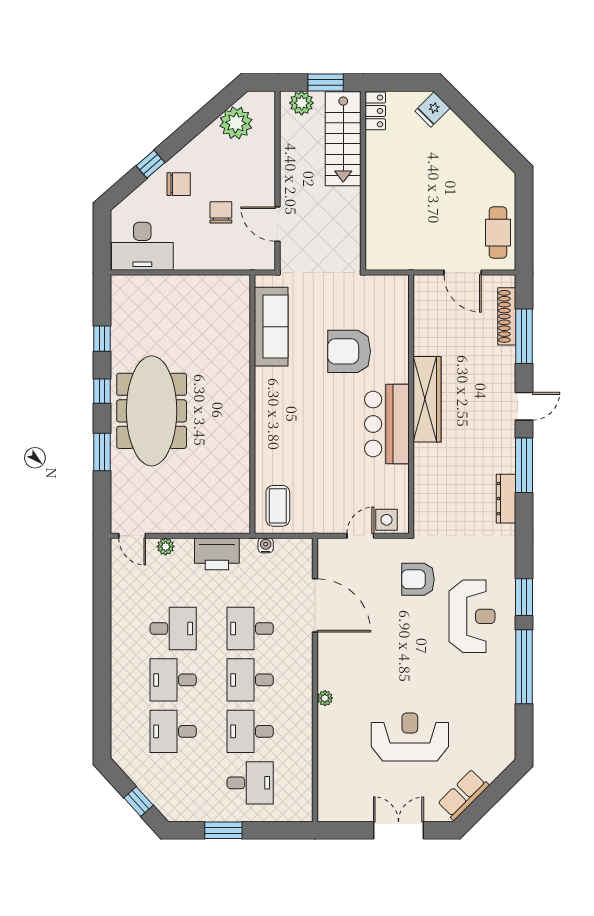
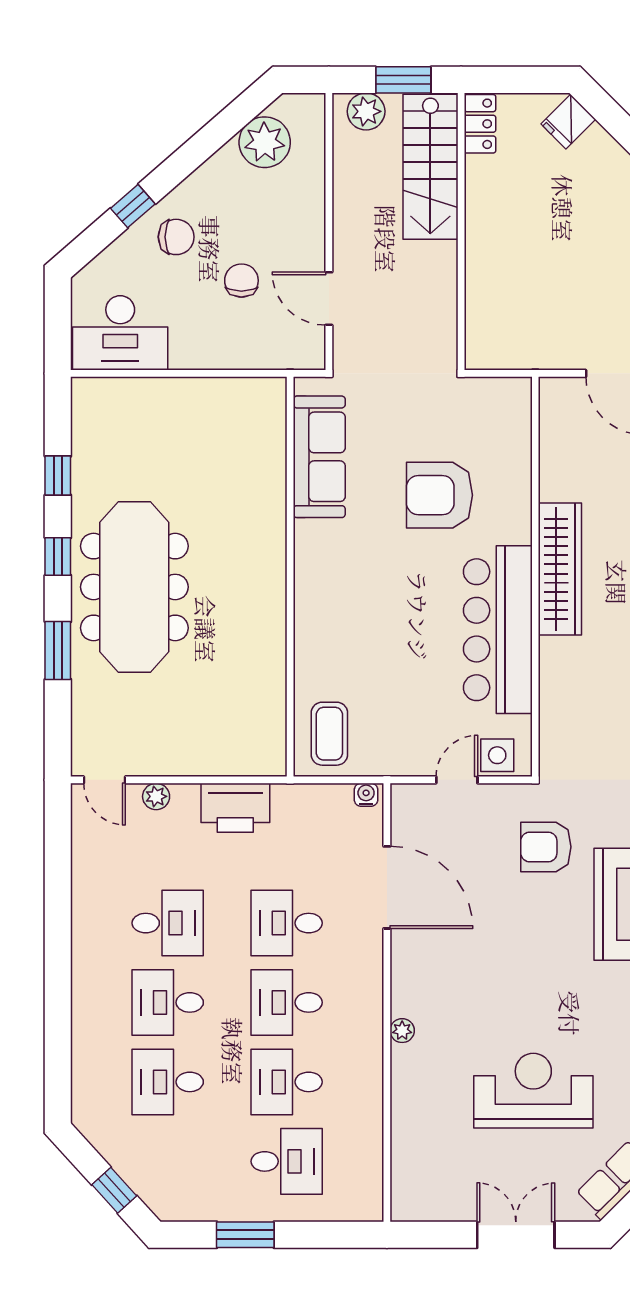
bar counter: (387, 424) -> (498, 630), width x1.36
water cooler: (266, 545) -> (366, 795), moved

